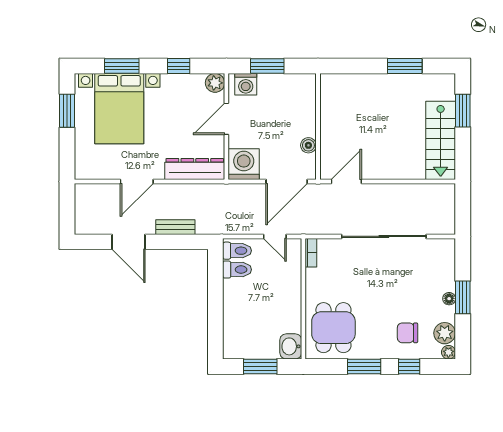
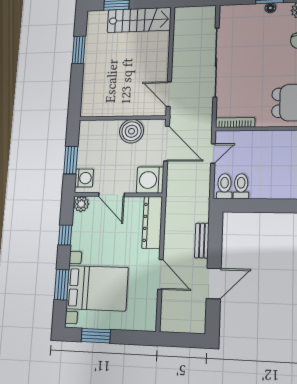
boiler: (308, 145) -> (132, 131), width x1.86, depth x1.86
bookcase: (311, 253) -> (235, 123), width x1.56

